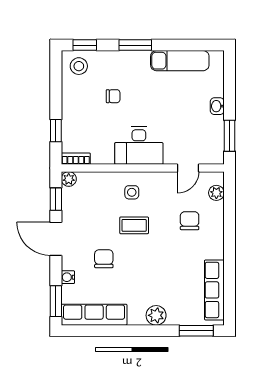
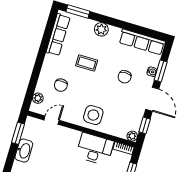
washbasin: (217, 106) -> (24, 151), width x1.91, depth x1.45
desk: (139, 146) -> (95, 149), moved
side table: (132, 192) -> (93, 115), width x1.87, depth x1.87
coffee table: (134, 225) -> (87, 63), moved
window: (56, 301) -> (161, 71), moved

